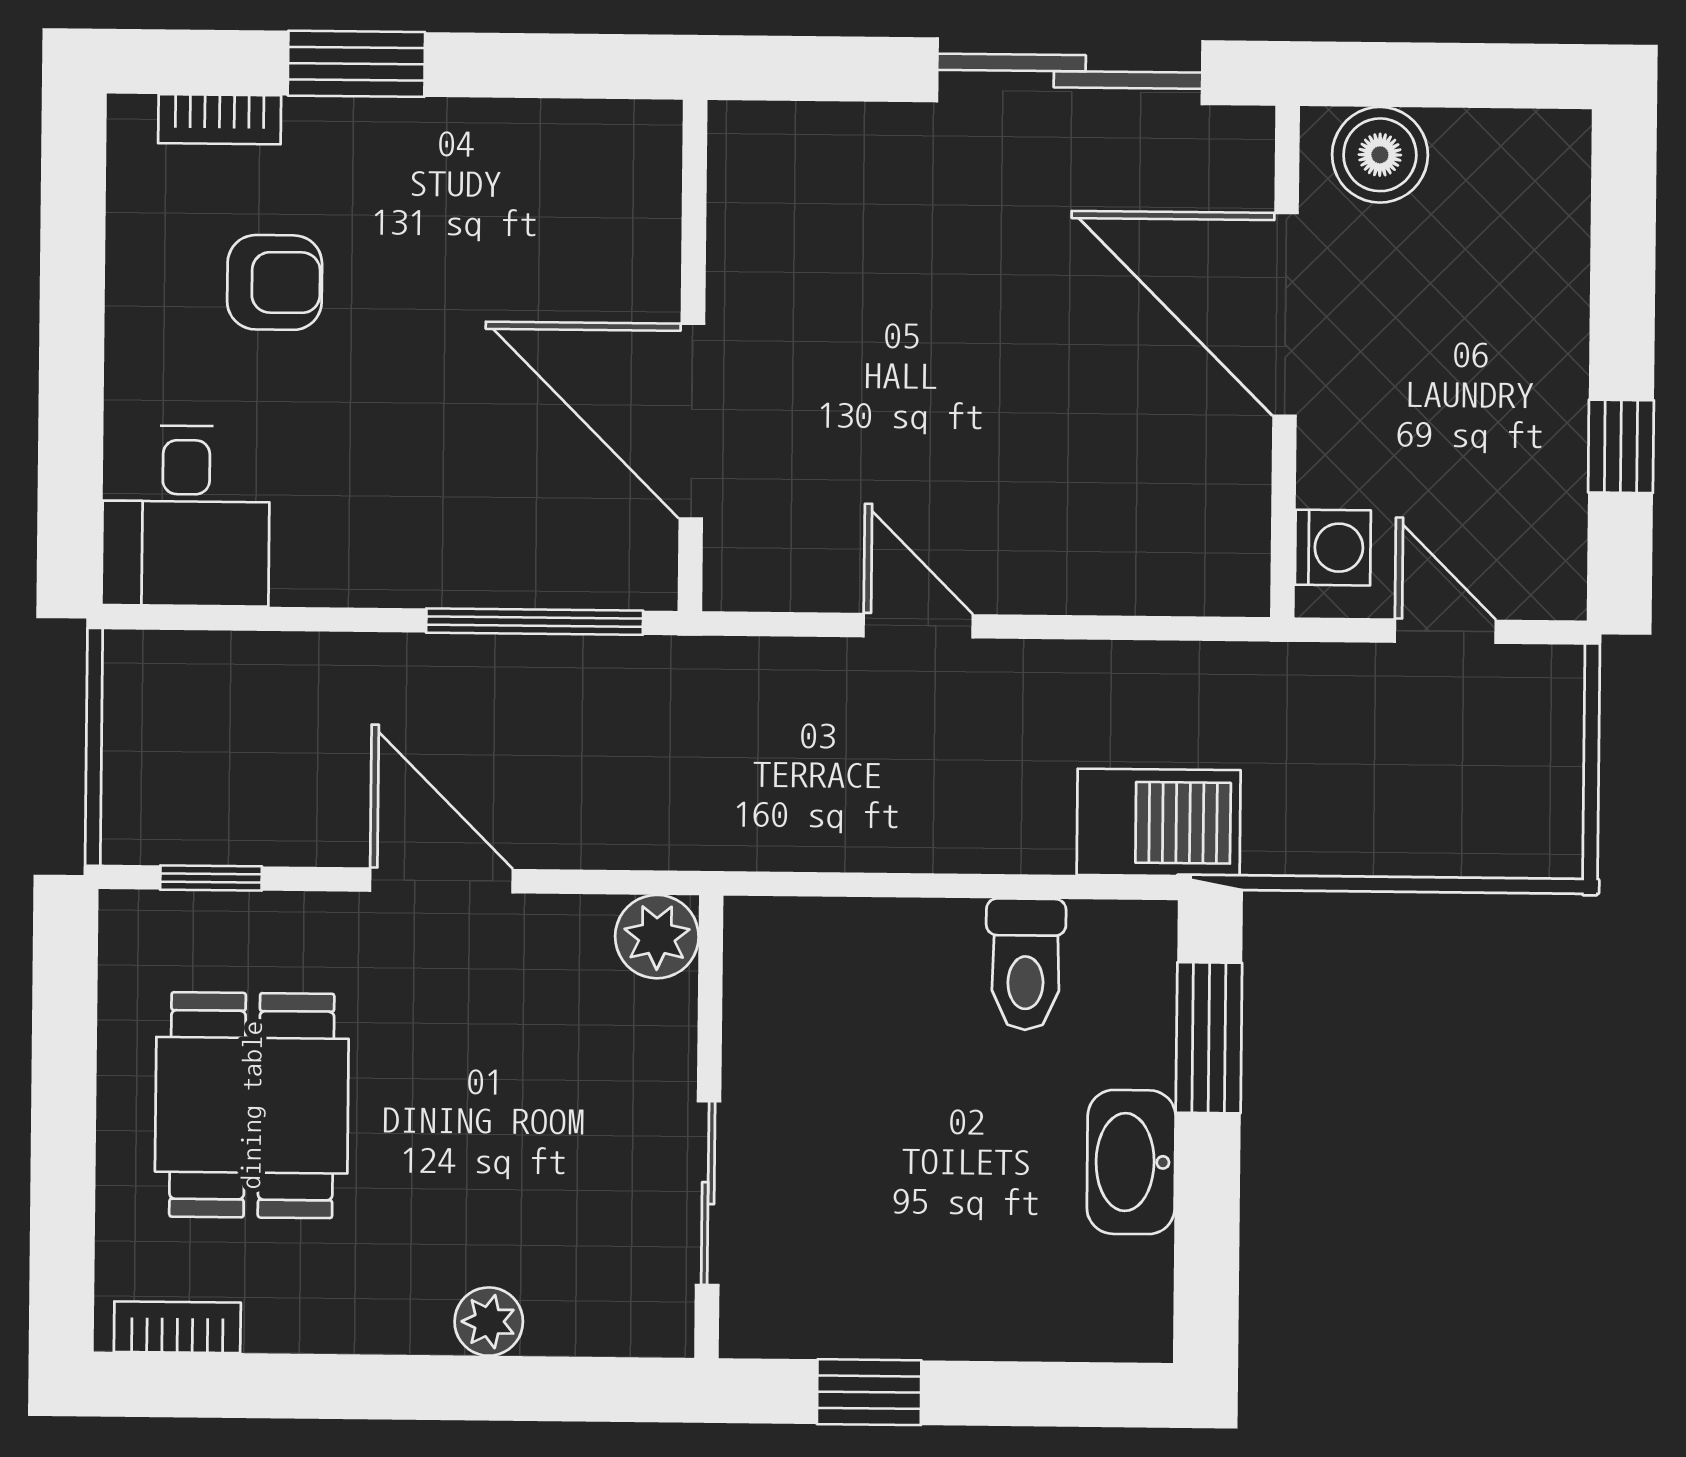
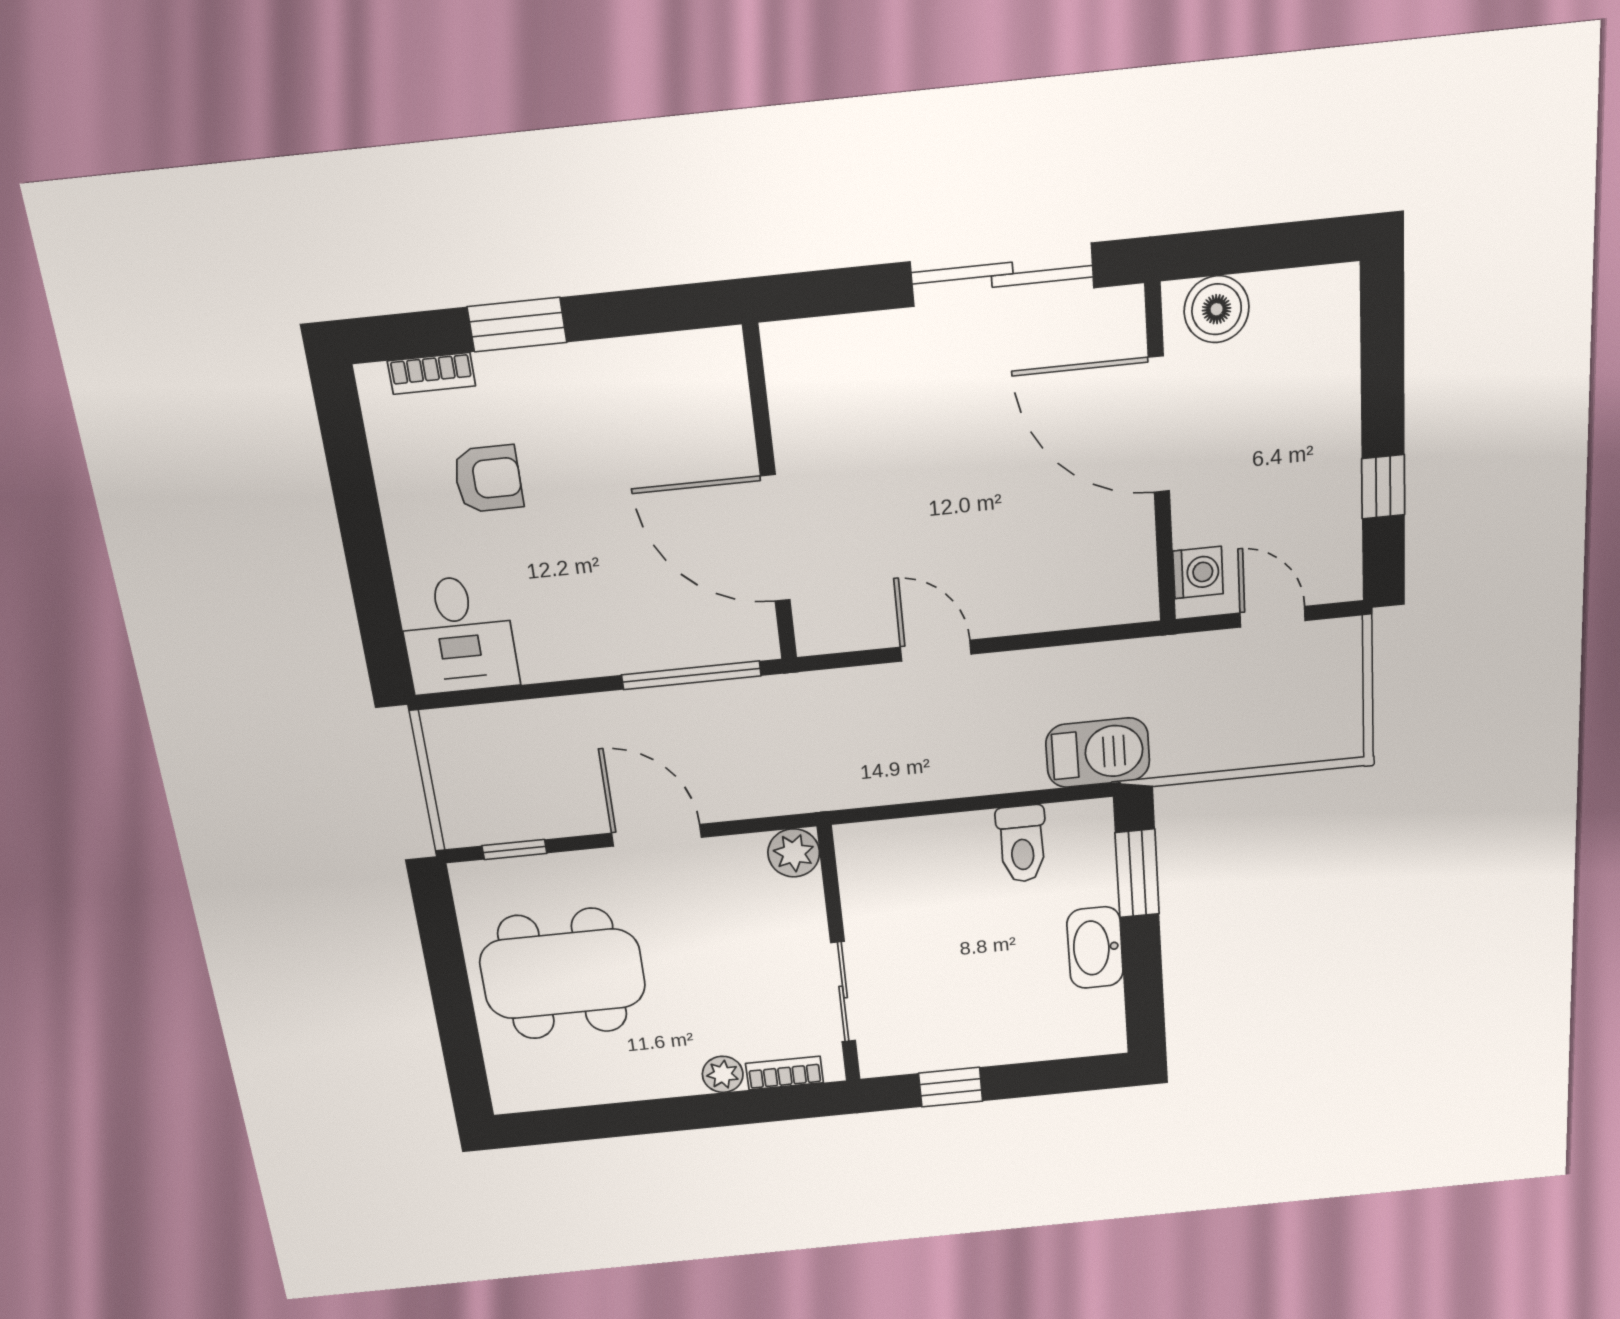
dining table: (252, 1105) -> (563, 974), width x1.38
bookcase: (177, 1327) -> (784, 1073), moved

